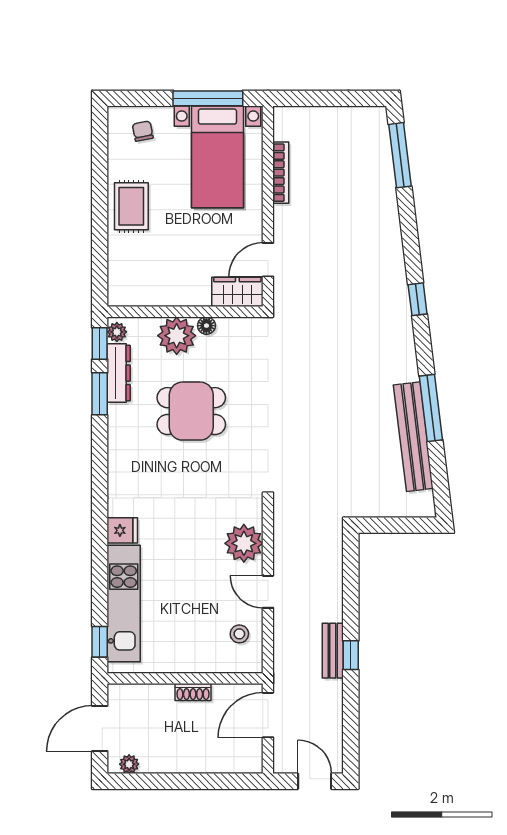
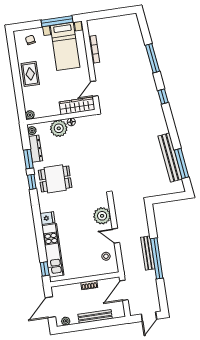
window: (400, 155) -> (153, 58), moved
wardrobe: (237, 292) -> (77, 106), width x1.50
plant: (117, 297) -> (30, 115), added
window: (100, 344) -> (32, 182), moved
window: (431, 408) -> (181, 164), moved
dining table: (191, 411) -> (55, 179), moved
bench: (333, 651) -> (148, 253), width x1.36
window: (351, 655) -> (157, 258), width x3.17
bench: (196, 763) -> (95, 316), added
door: (315, 781) -> (149, 317), swing flipped

